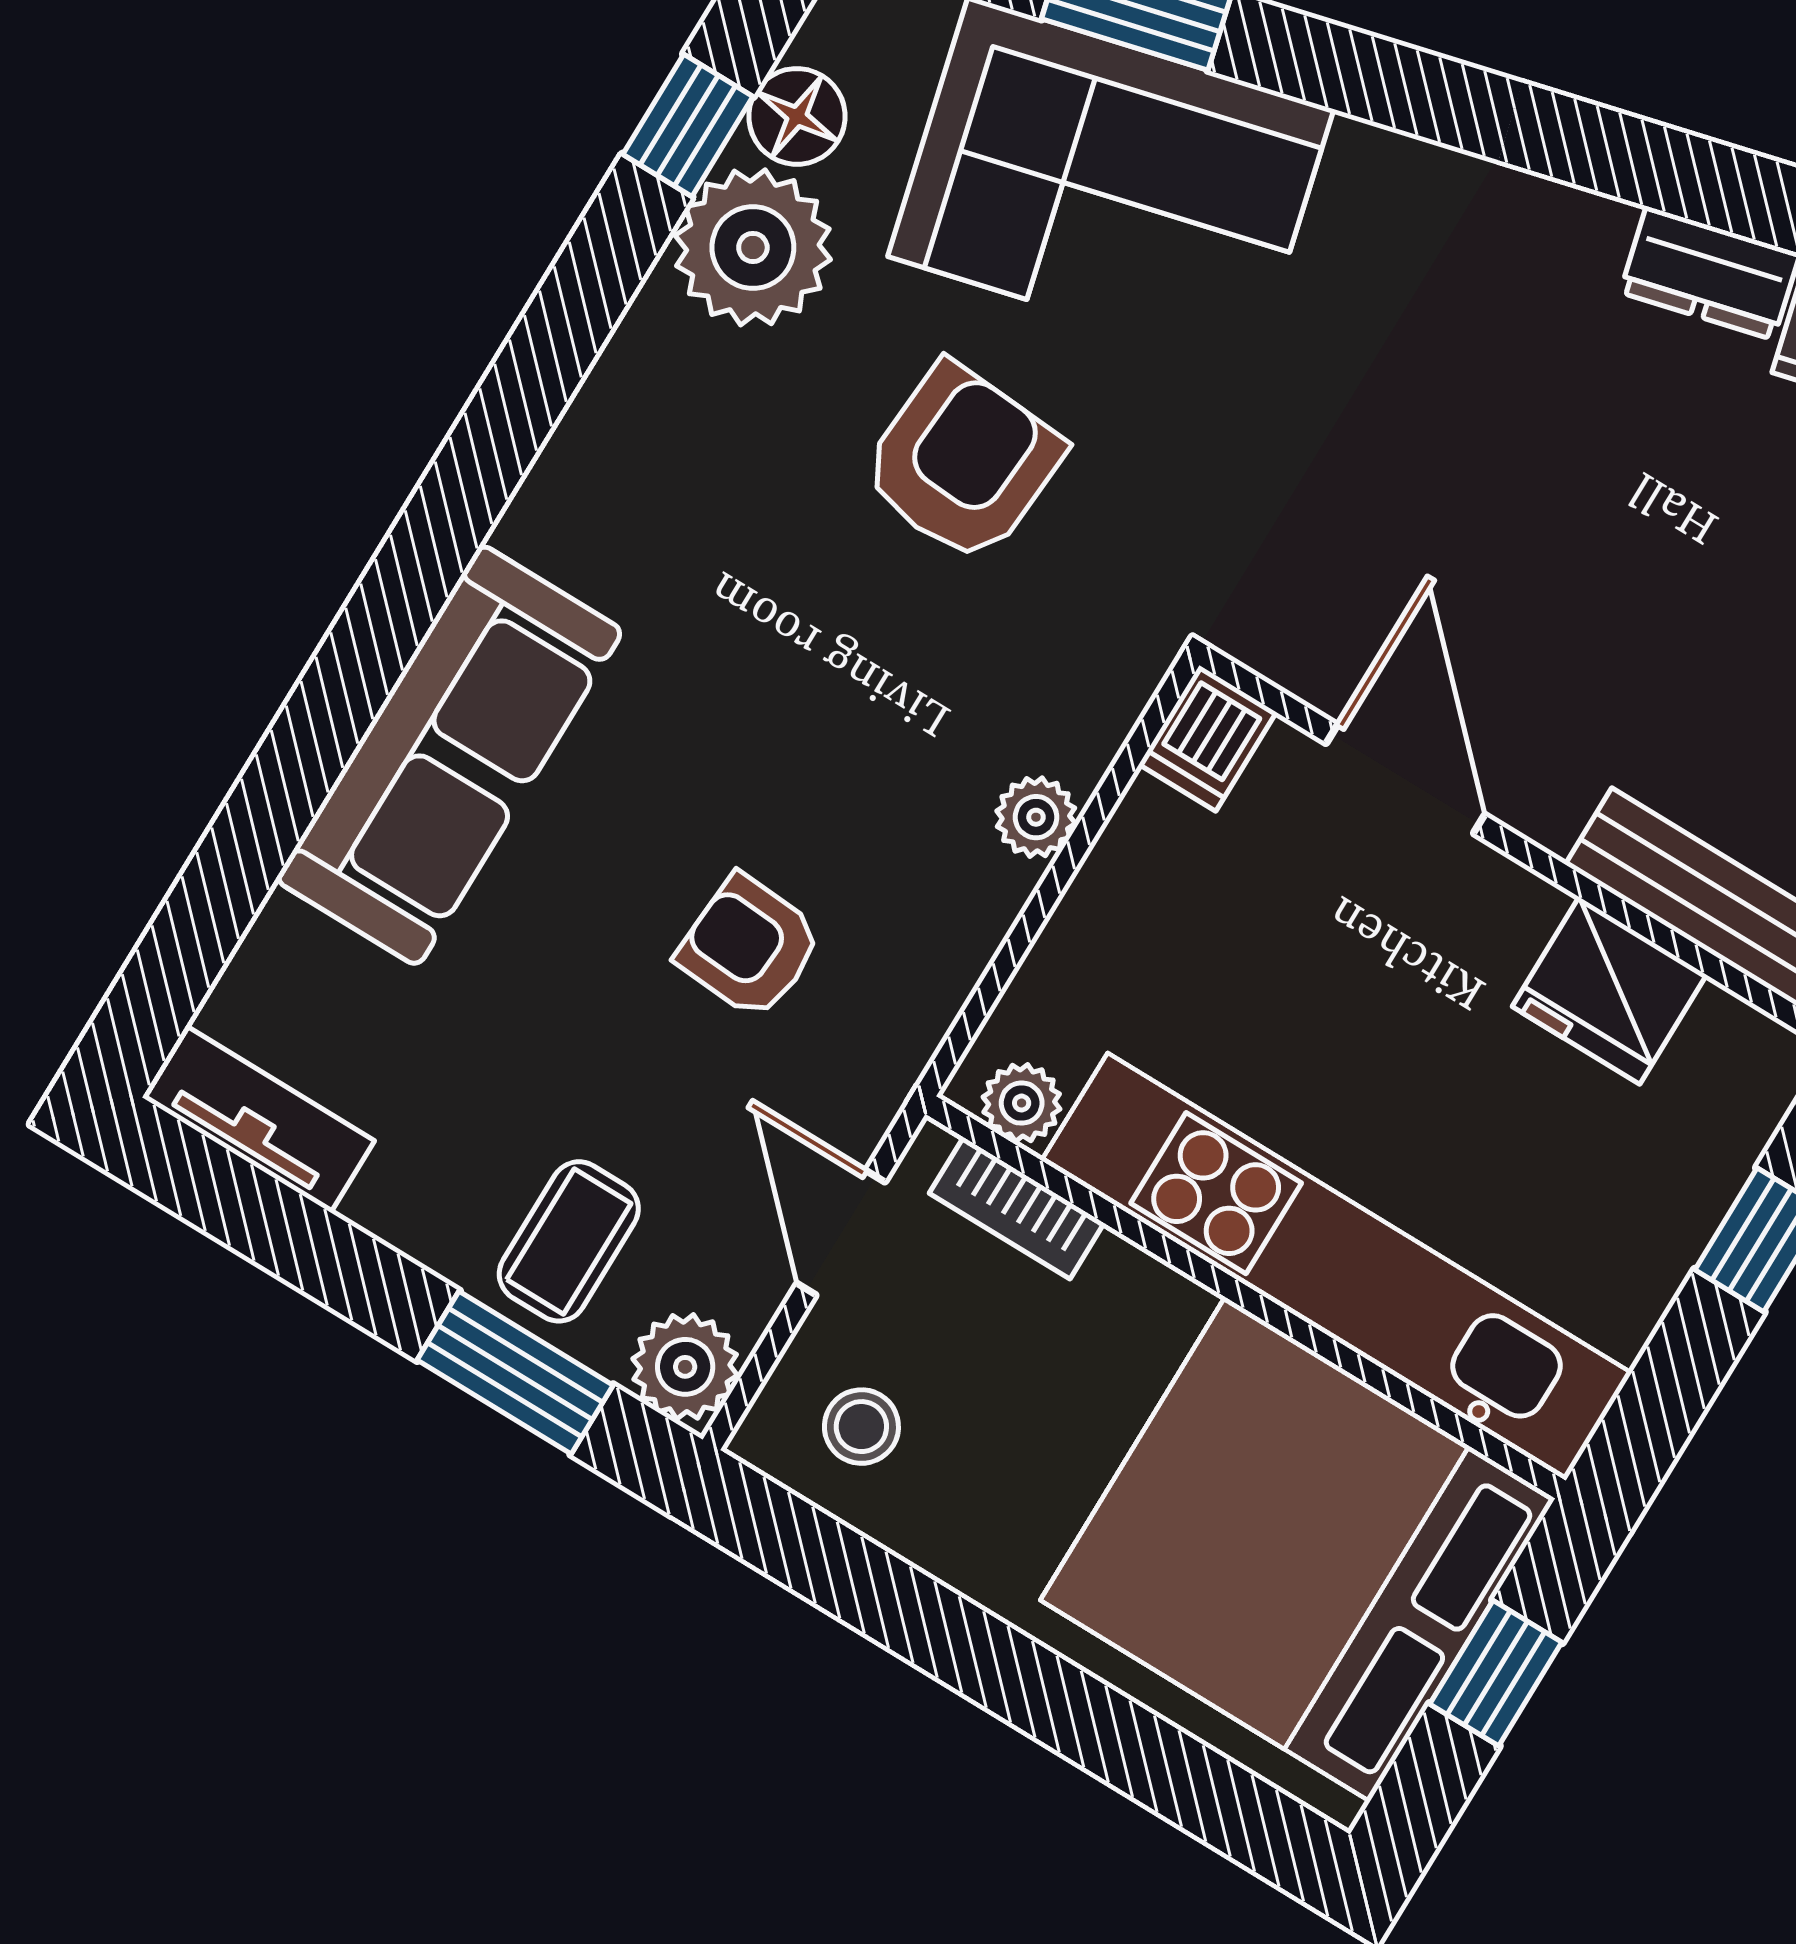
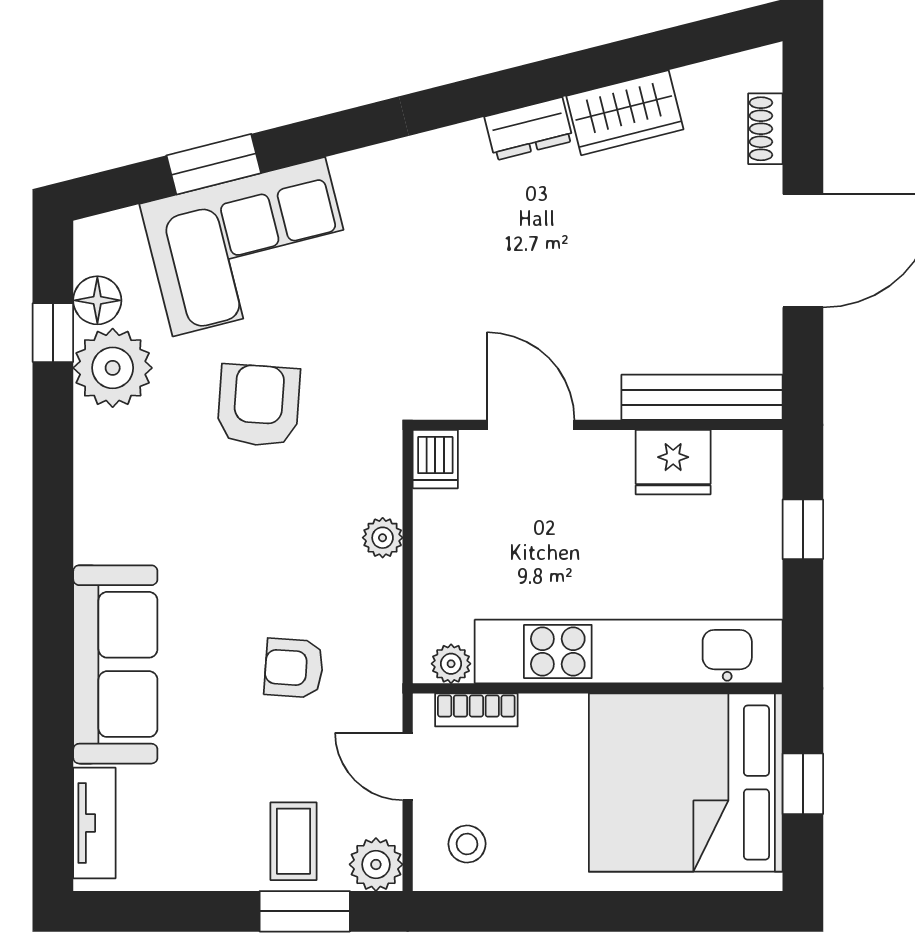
tv unit: (258, 1119) -> (94, 823), moved, turned 90

